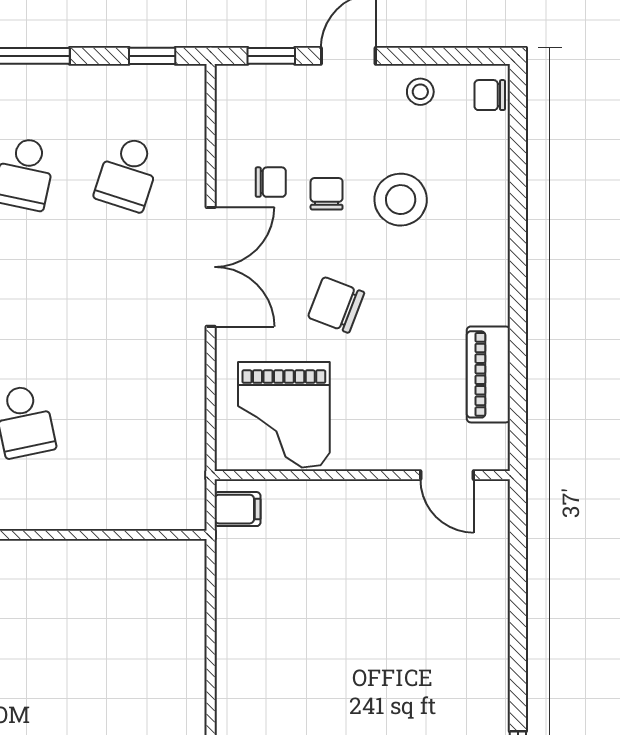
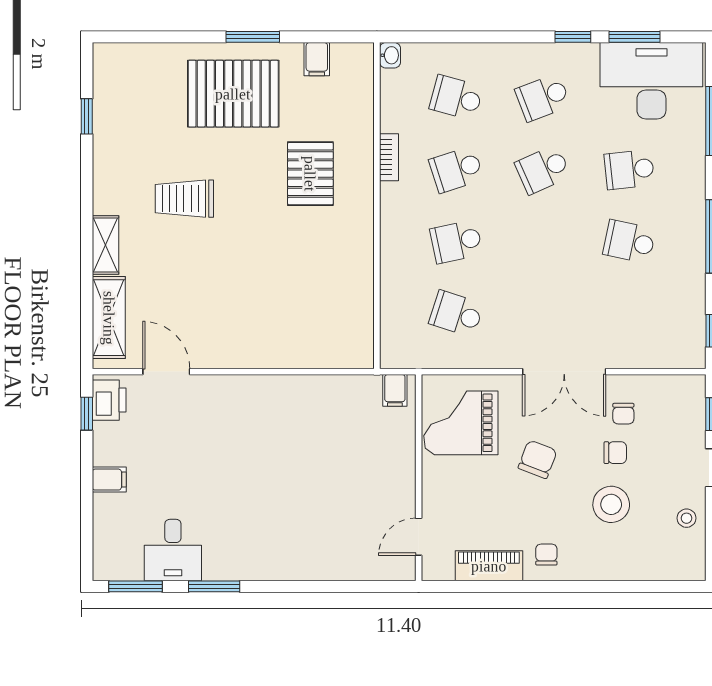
chair: (490, 95) -> (546, 555), moved
school desk: (128, 174) -> (456, 314), moved

